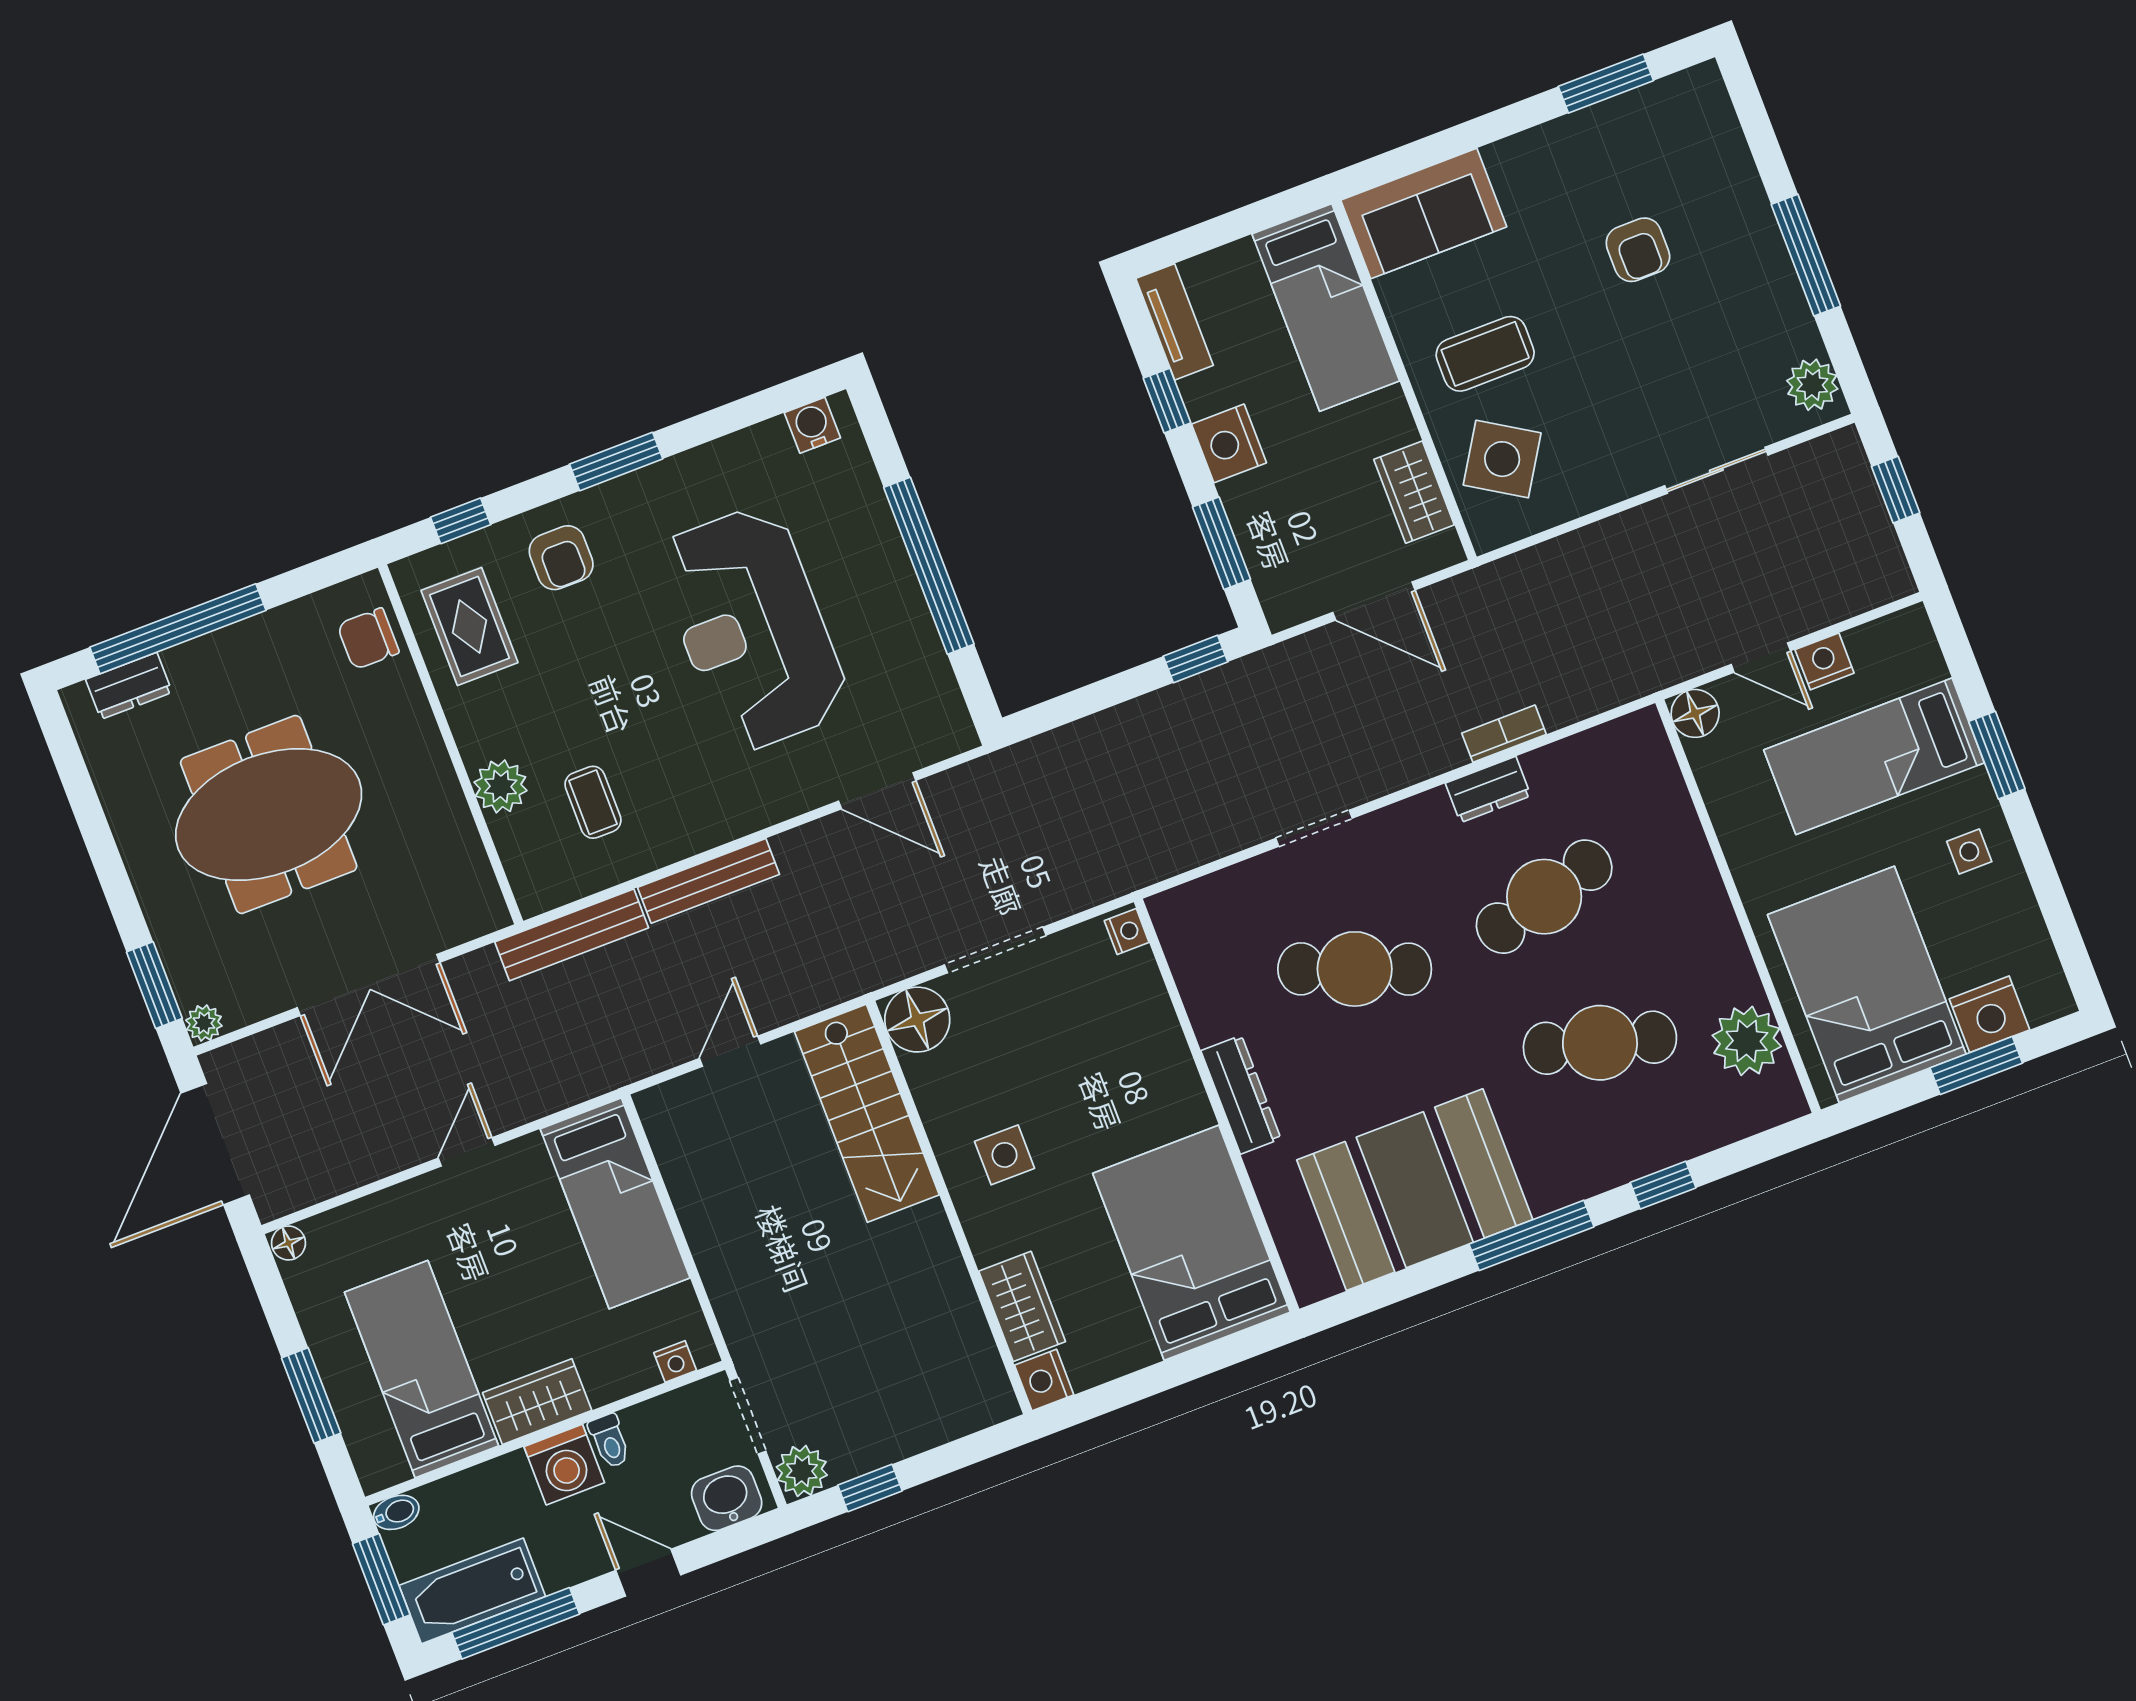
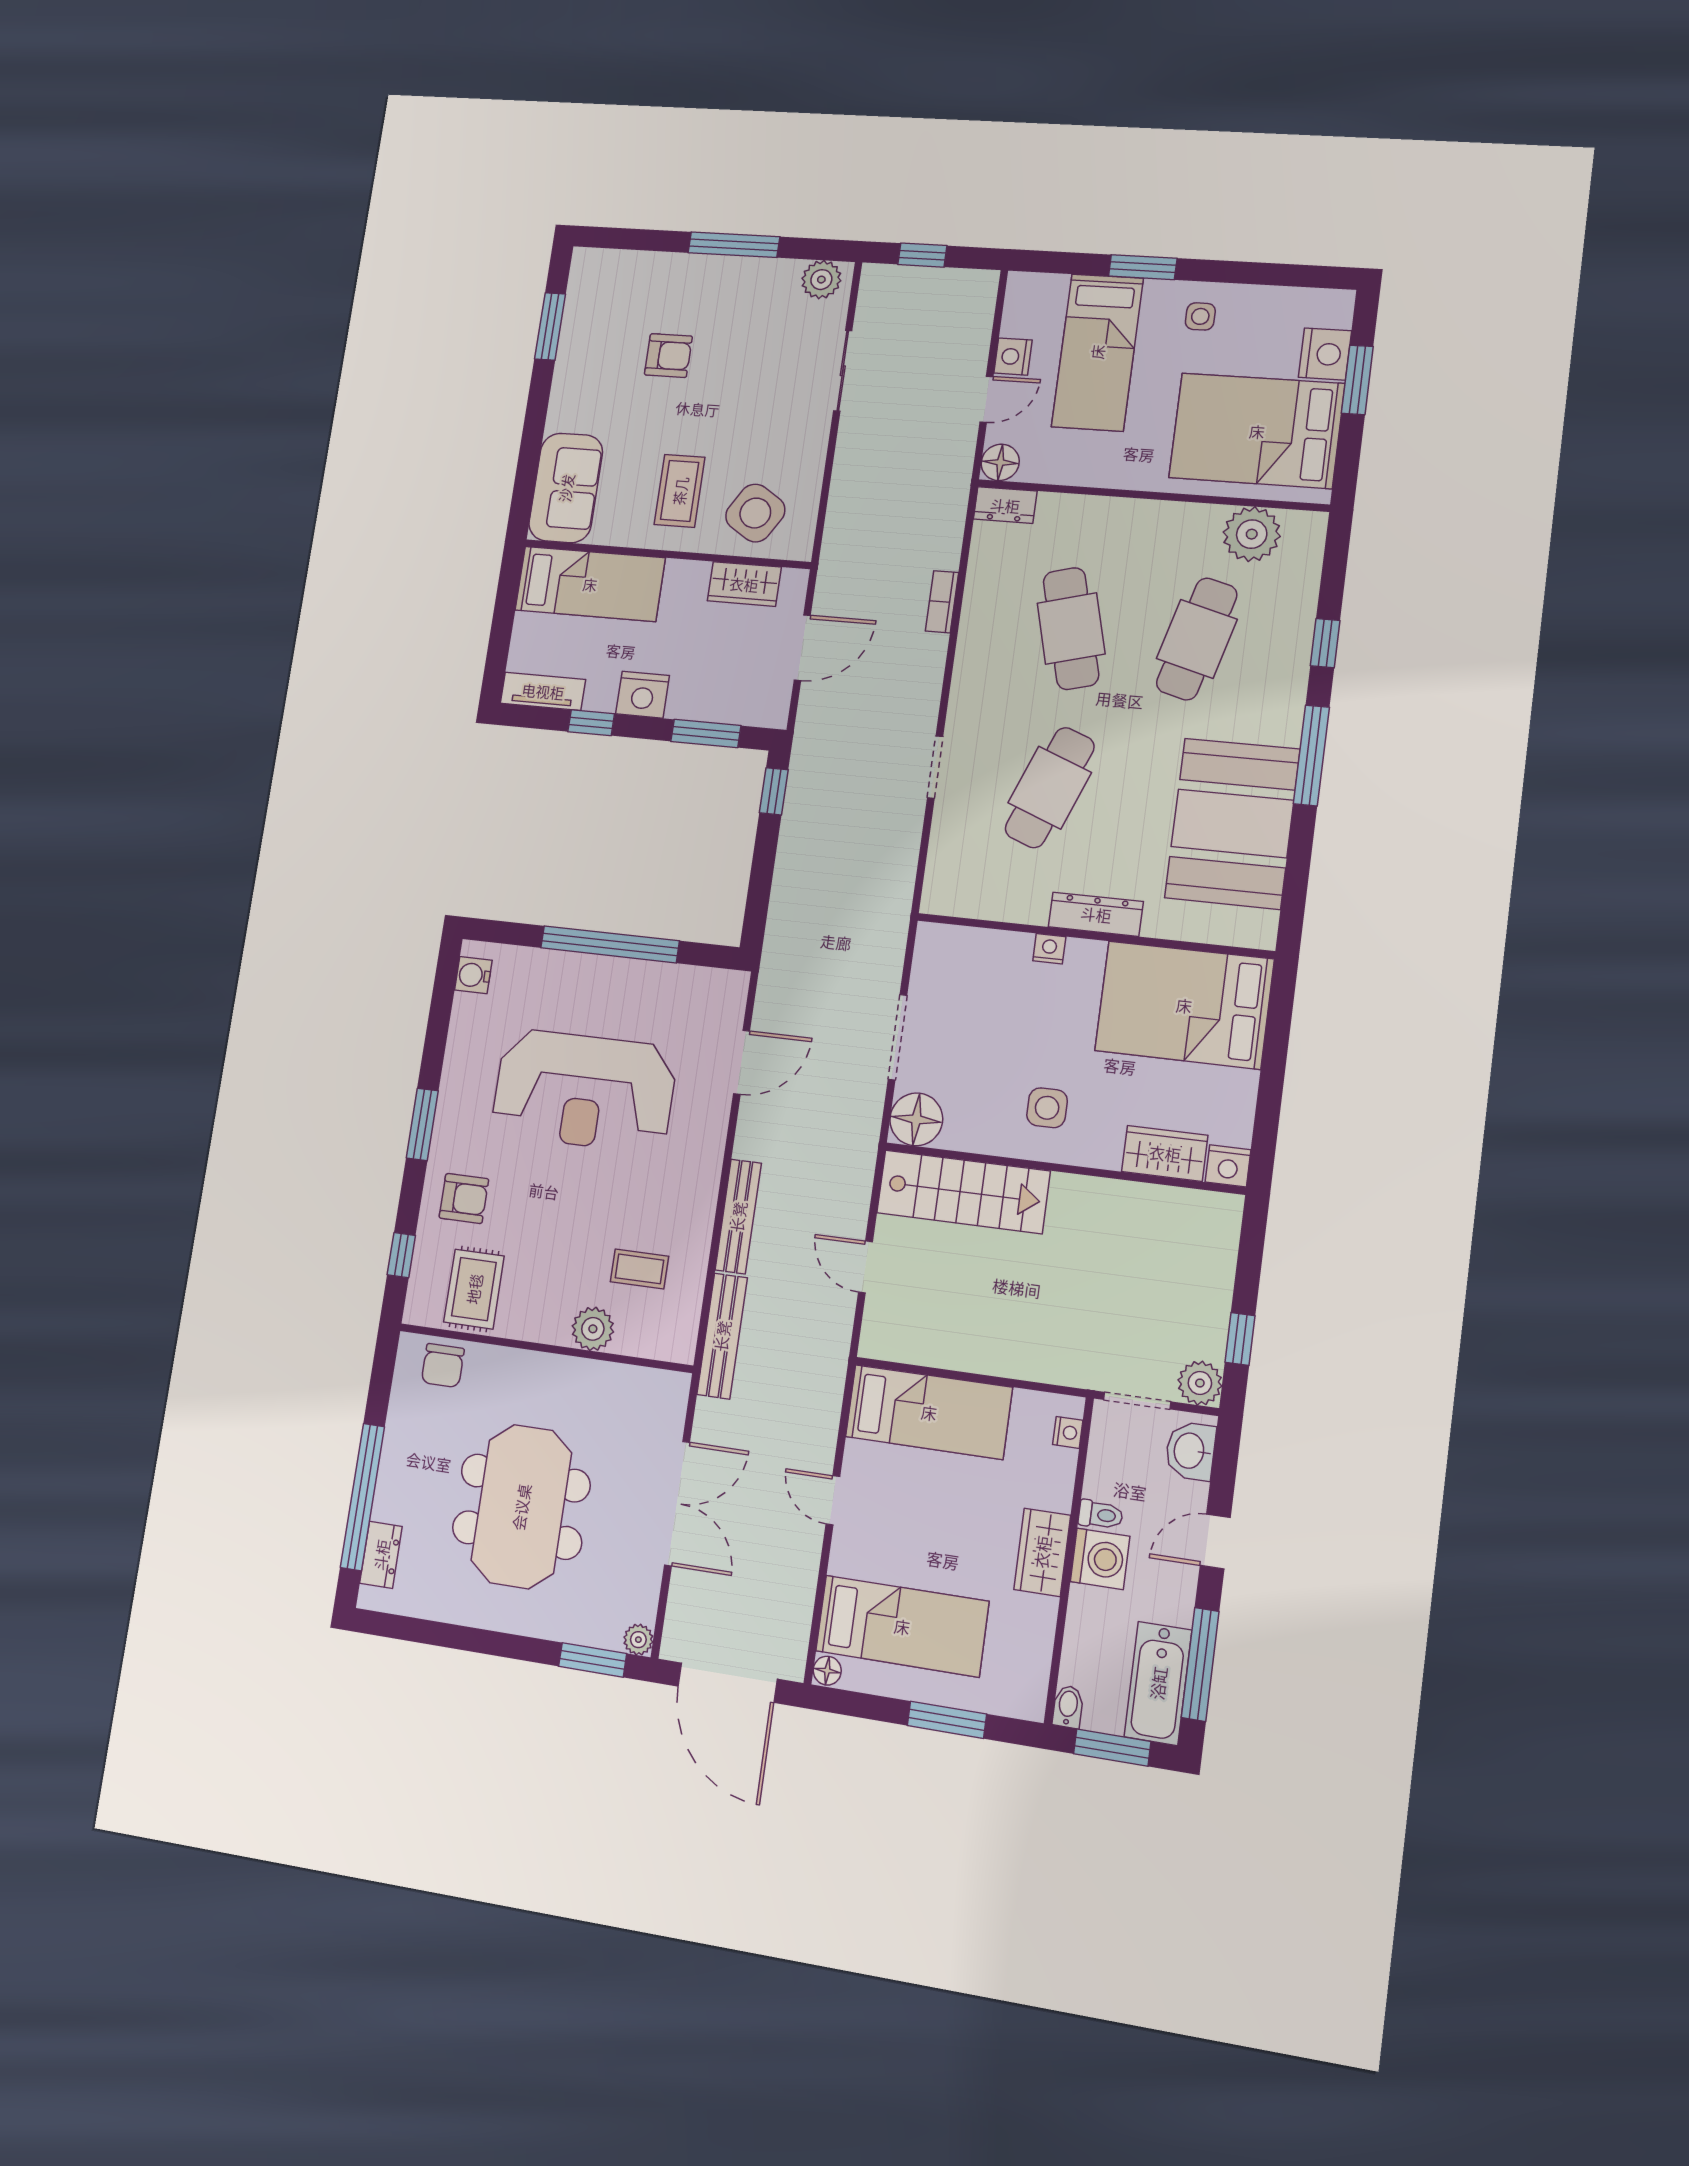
rug: (470, 627) -> (474, 1289), turned 90
dresser: (1488, 790) -> (1005, 505), moved, turned 90
nightstand: (1127, 932) -> (1049, 949), moved
bed: (422, 1369) -> (902, 1626), moved, turned 180

